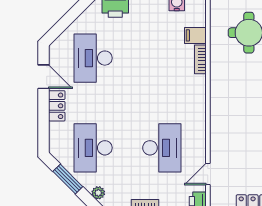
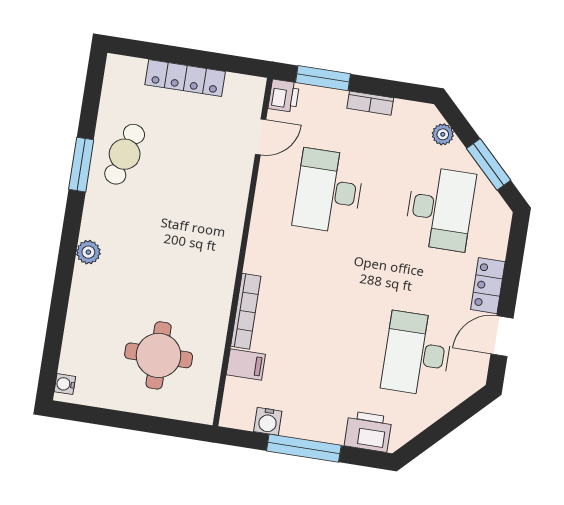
desk: (93, 58) -> (417, 354), turned 180
bookcase: (200, 59) -> (246, 311), width x1.56
door: (43, 77) -> (502, 336), hinge flipped

